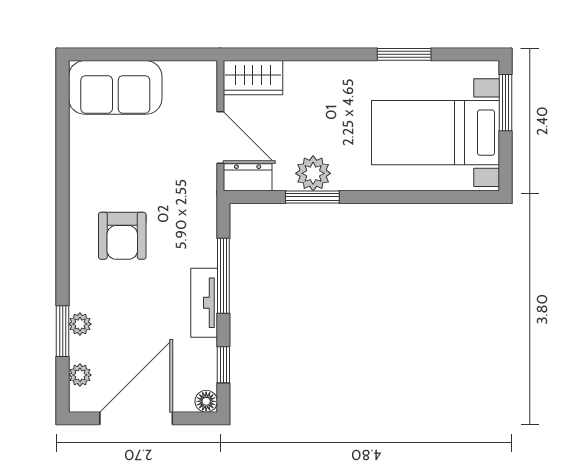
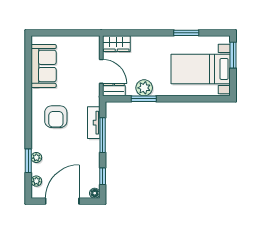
sofa: (115, 87) -> (44, 66), moved, turned -90
tv unit: (204, 303) -> (94, 123), moved

